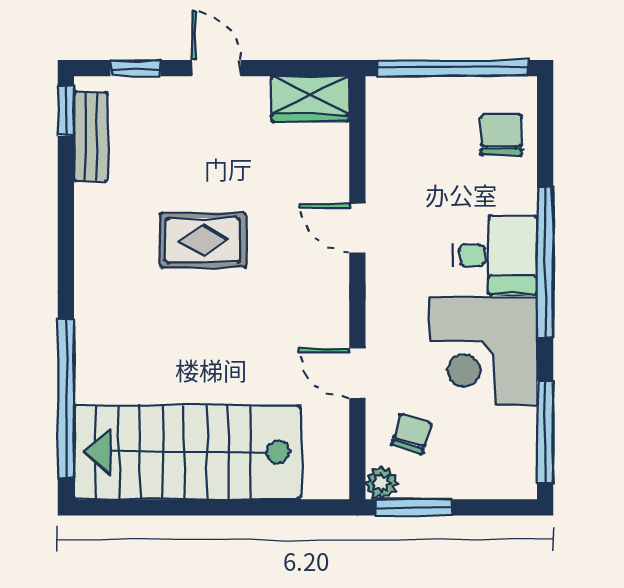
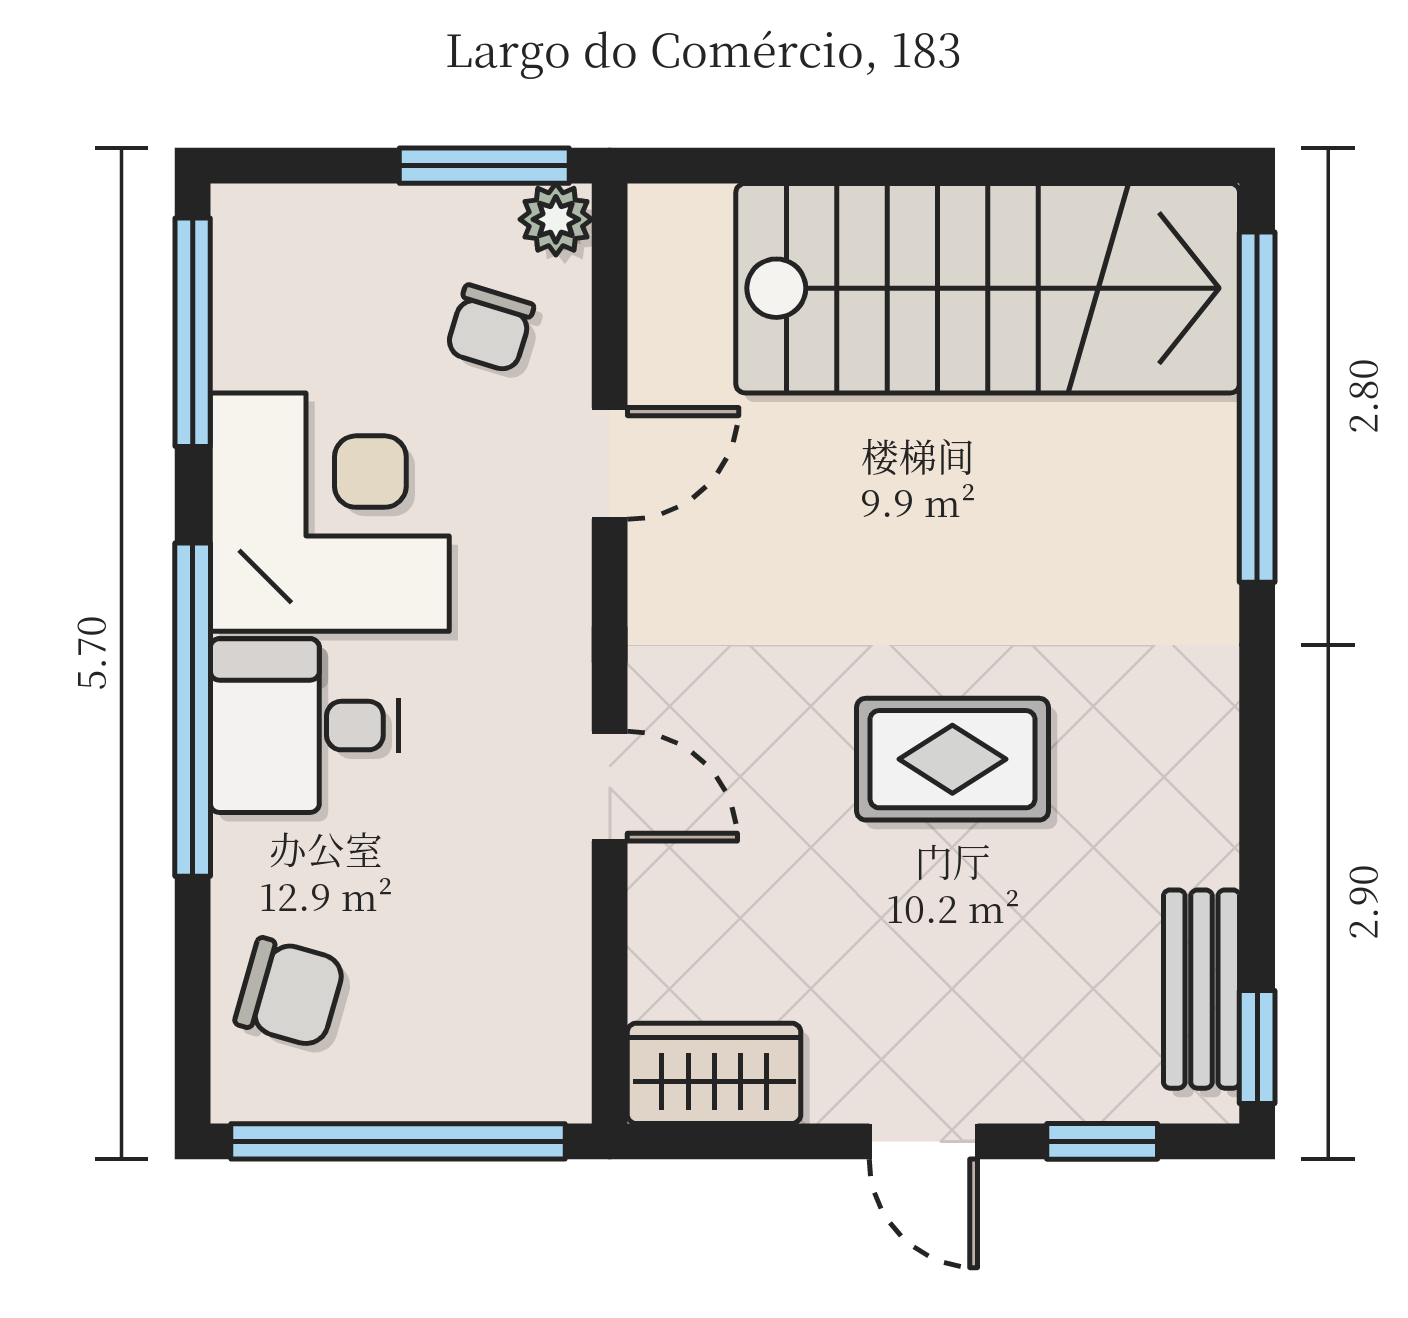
chair: (501, 135) -> (290, 993), turned -74
door: (357, 373) -> (610, 463), hinge flipped

